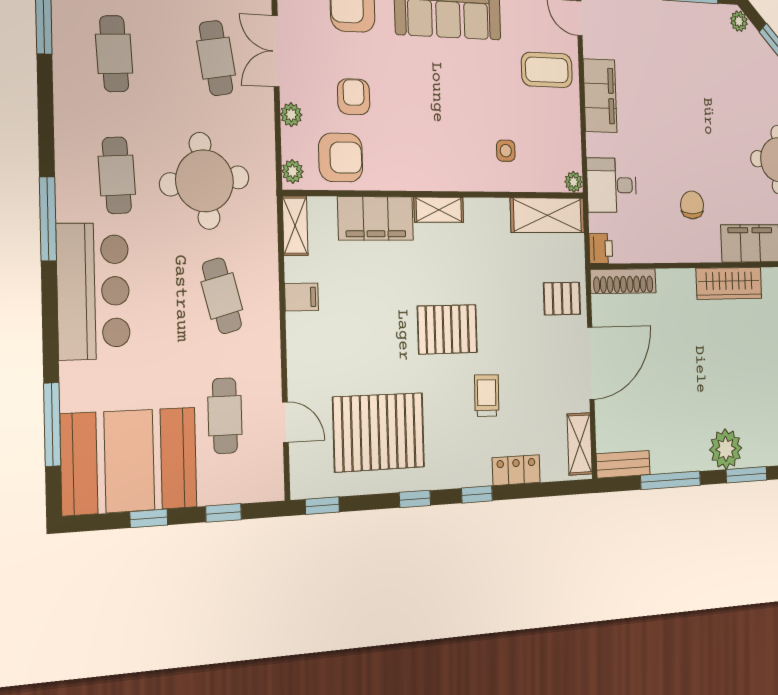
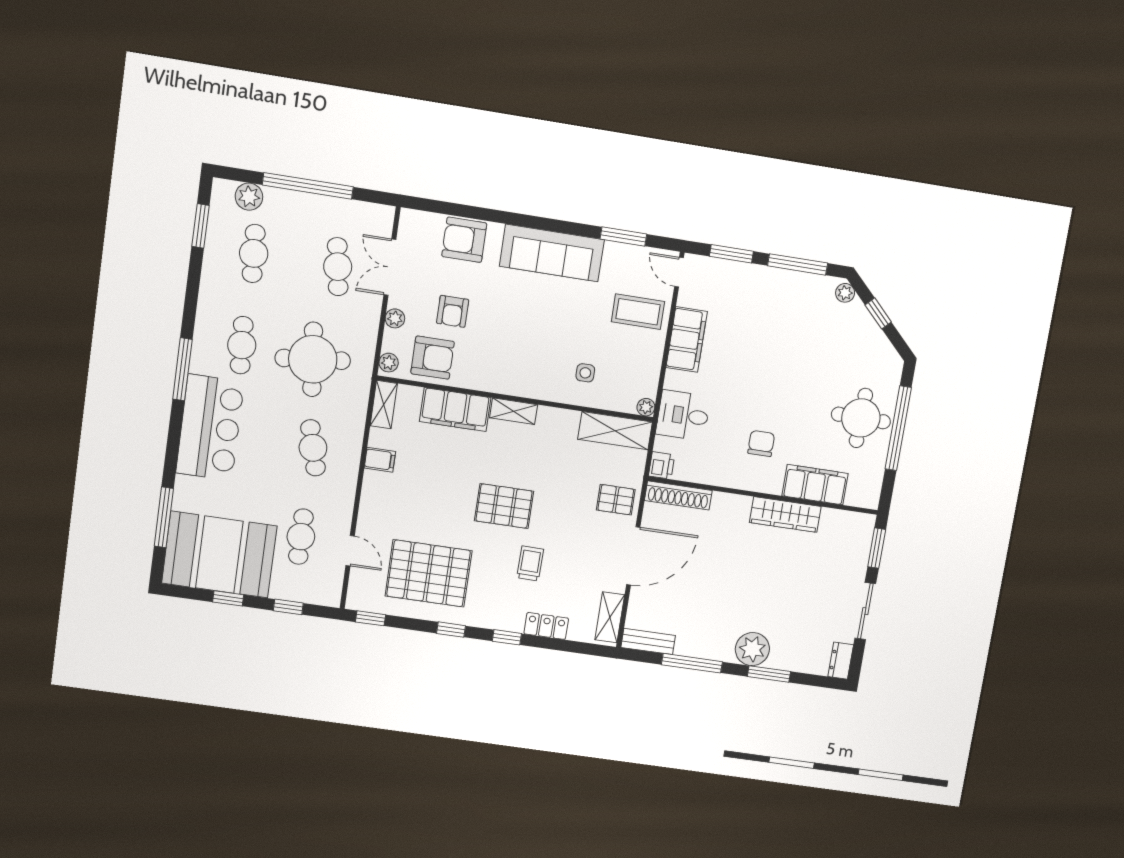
armchair: (354, 97) -> (453, 311), turned 180

